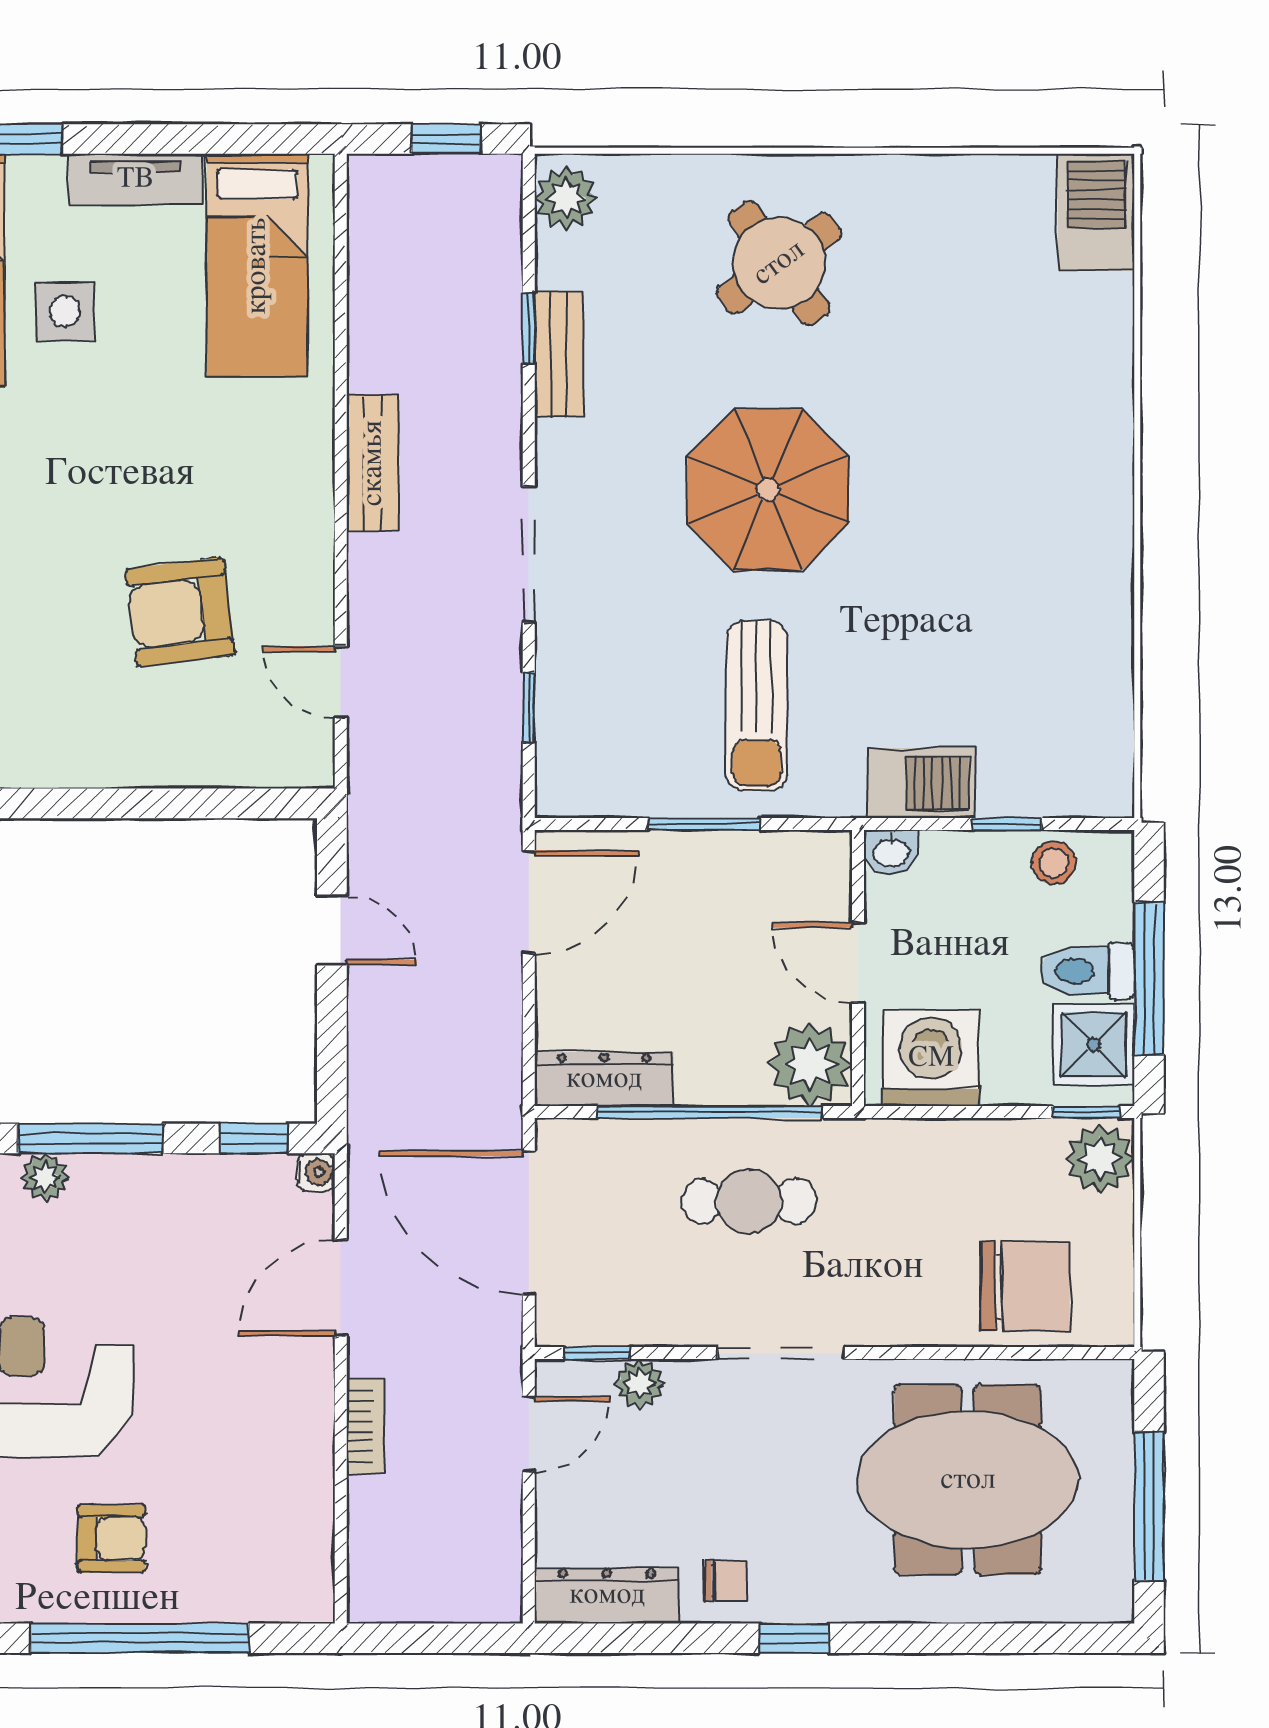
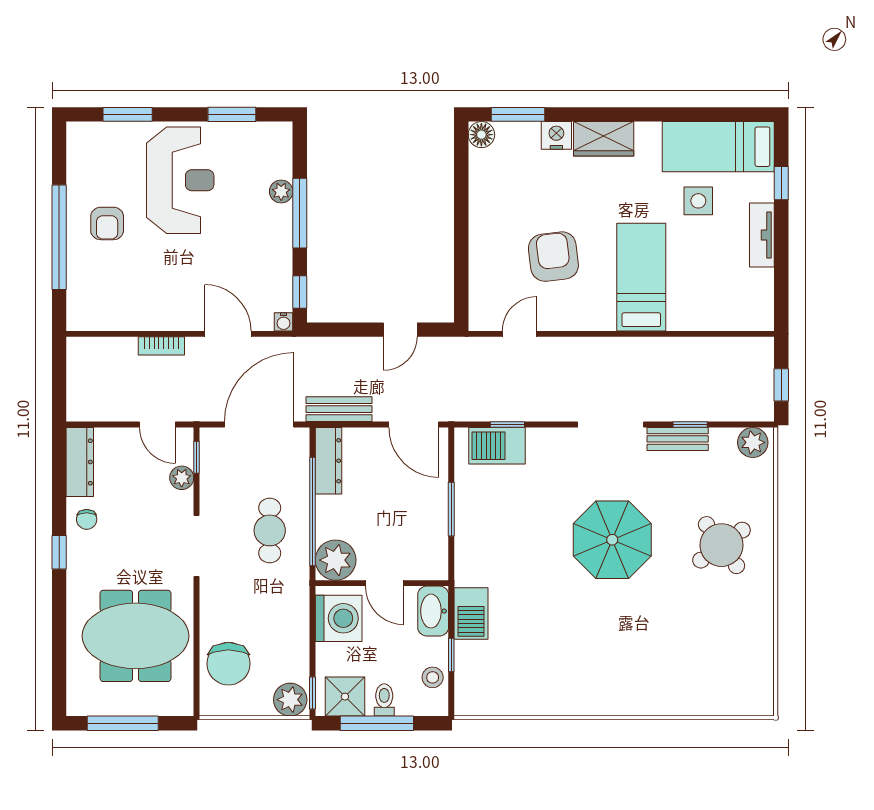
barbecue: (1096, 212) -> (497, 446), moved, turned 180
bed: (257, 266) -> (641, 277), moved, turned 90
bench: (373, 463) -> (339, 409), moved
doorway: (529, 554) -> (611, 425), moved
sun lounger: (757, 706) -> (508, 534), removed
washbasin: (891, 852) -> (433, 611), width x1.91, depth x1.45
door: (858, 962) -> (385, 583), swing flipped
toilet: (1088, 971) -> (384, 700), width x0.73, depth x0.72
meeting table: (968, 1480) -> (135, 636), turned 90

